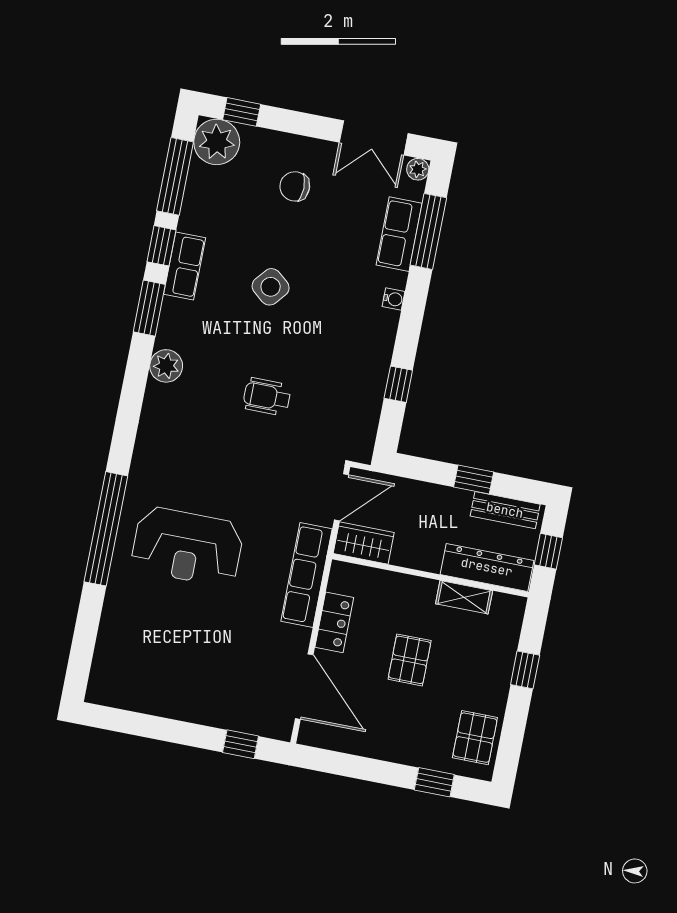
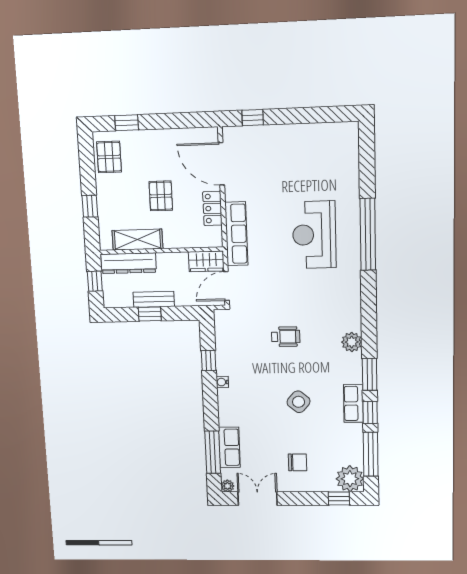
water cooler: (394, 299) -> (222, 382), moved
bench: (505, 510) -> (154, 299), moved
reception desk: (187, 547) -> (314, 235), turned -90
shelving: (464, 597) -> (137, 240), width x1.50, depth x1.33

